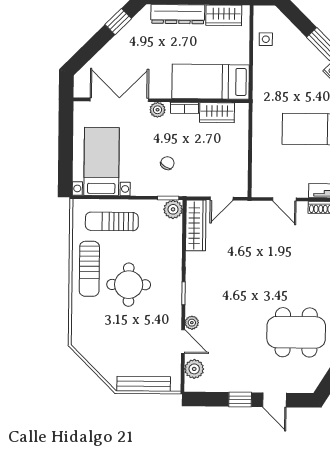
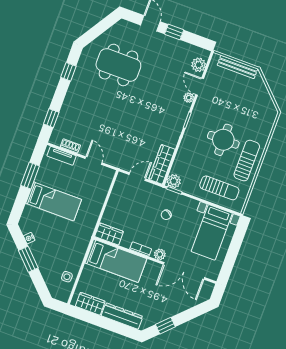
wardrobe: (217, 113) -> (109, 234), moved

